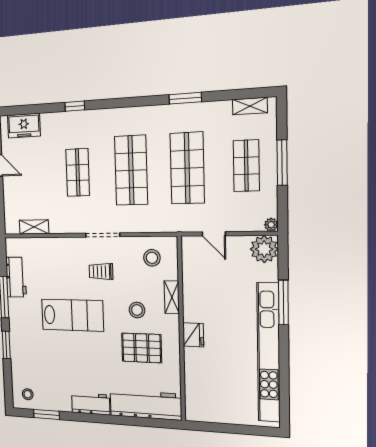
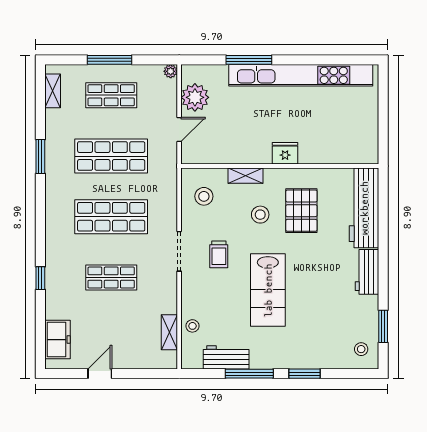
stool: (40, 248) -> (192, 326), added
plant: (264, 249) -> (195, 97), moved
lab bench: (72, 315) -> (268, 290), turned 180

